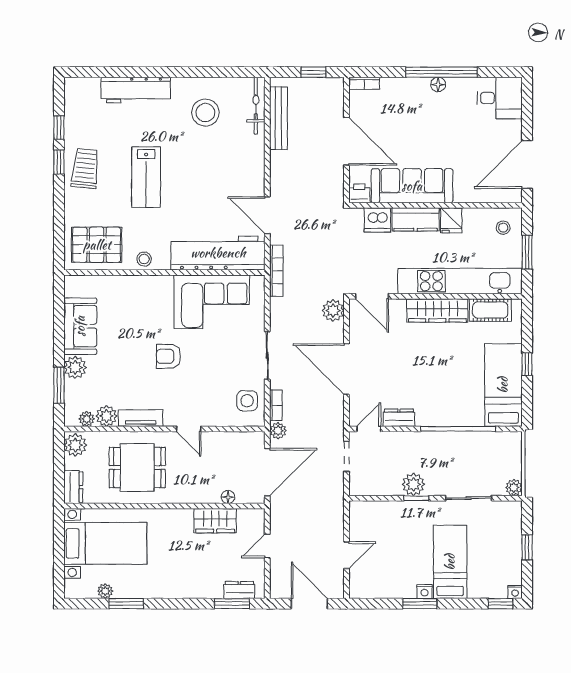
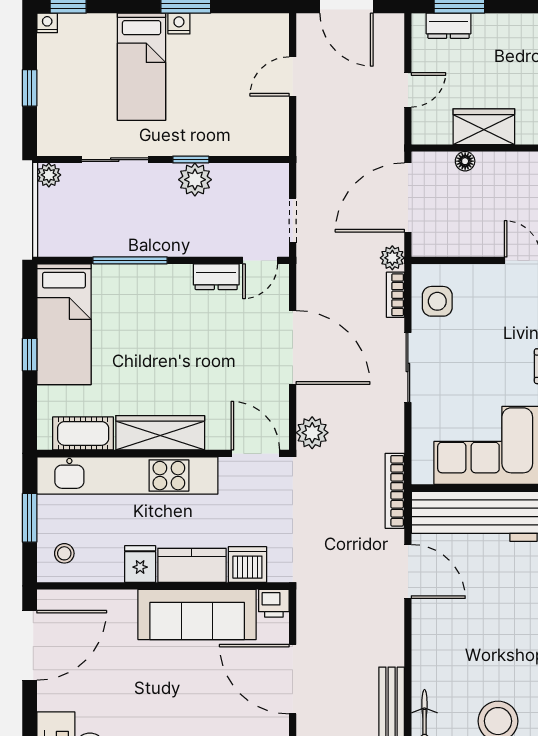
window: (458, 429) -> (130, 260), width x0.68

